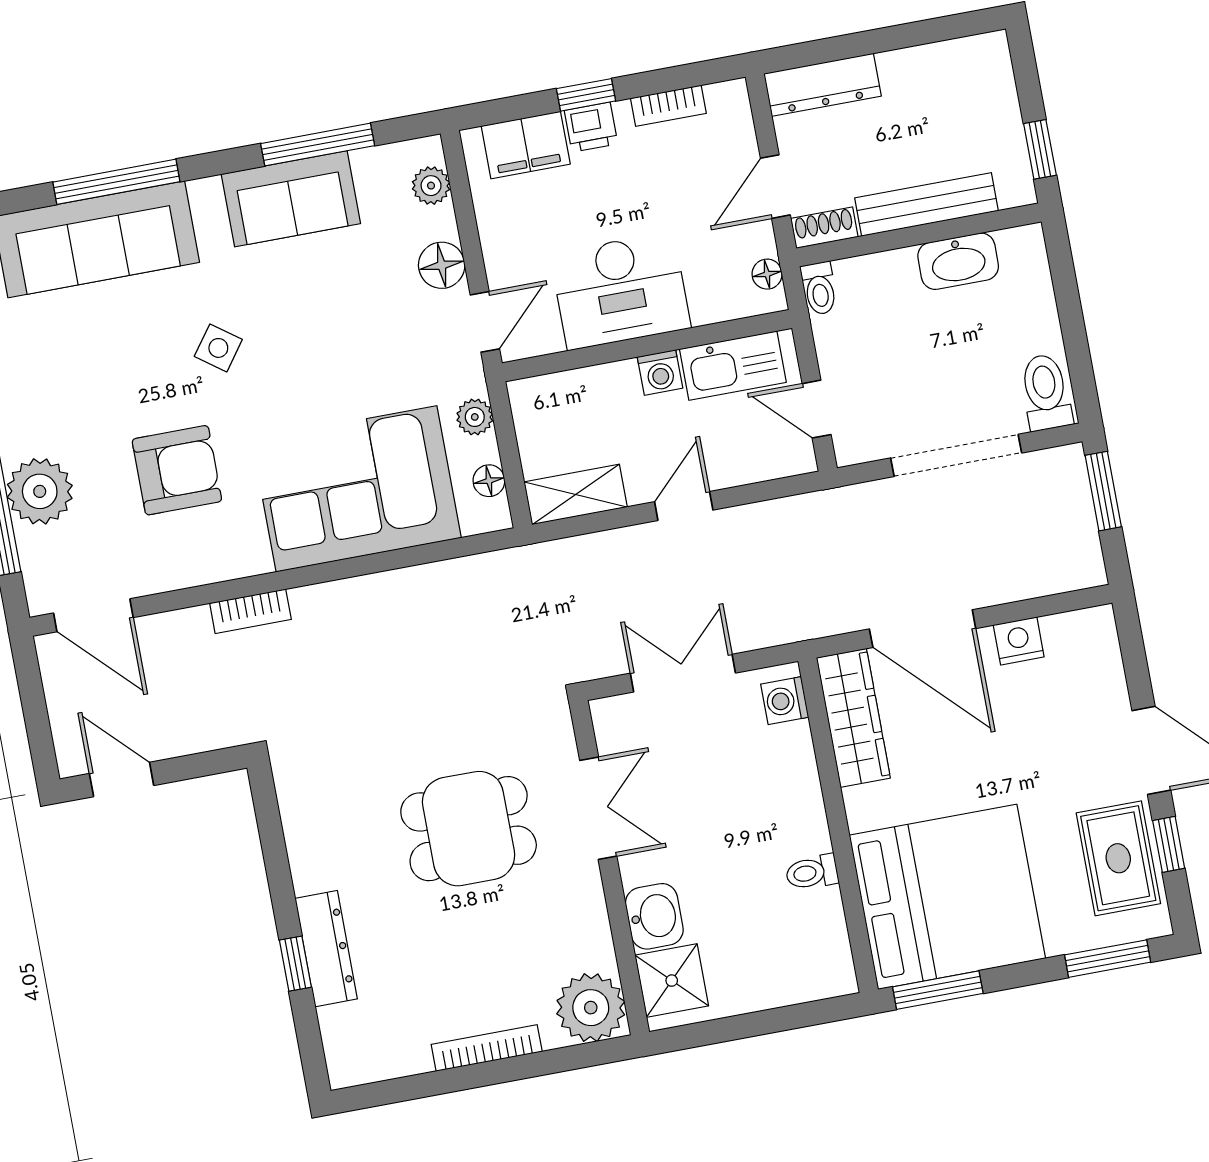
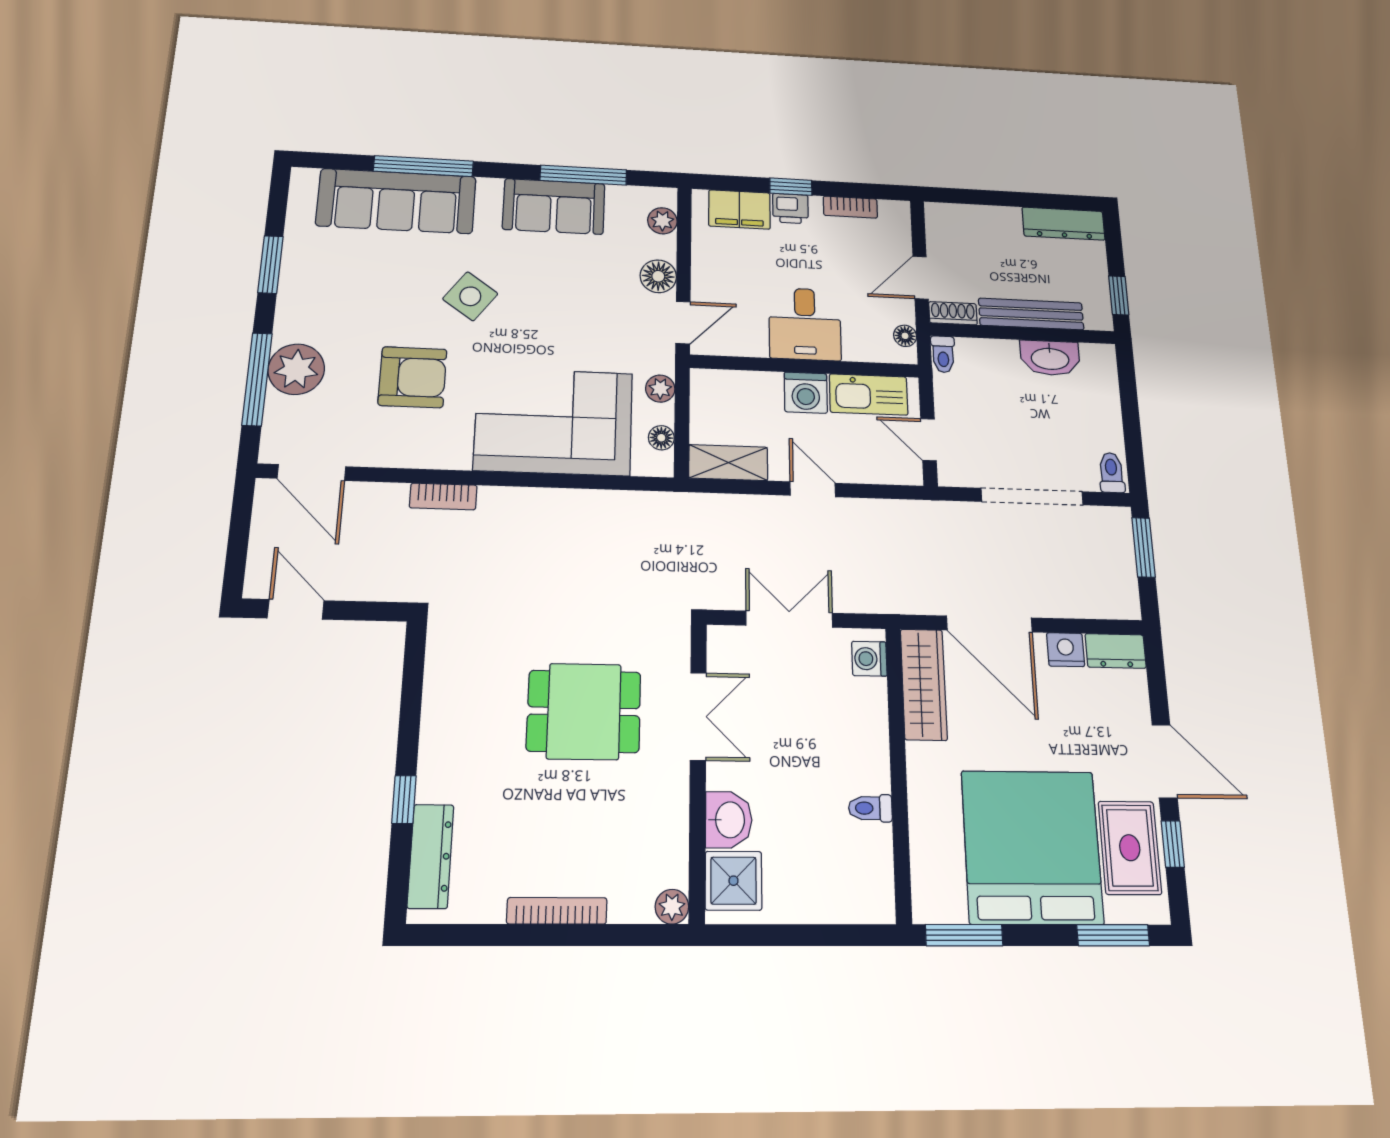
dresser: (823, 85) -> (1064, 224), moved
desk: (621, 291) -> (805, 324), width x0.73
side table: (218, 348) -> (470, 296), width x1.37, depth x1.37
washing machine: (660, 372) -> (806, 393), width x1.38, depth x1.38
toilet: (1046, 392) -> (1111, 473), width x0.73, depth x0.72
door: (684, 506) -> (813, 489), hinge flipped
dresser: (1080, 630) -> (1116, 651), added
bed: (947, 897) -> (1032, 847), moved, turned -90
dresser: (326, 949) -> (431, 856), moved
plant: (591, 1008) -> (672, 907), width x0.53, depth x0.53

